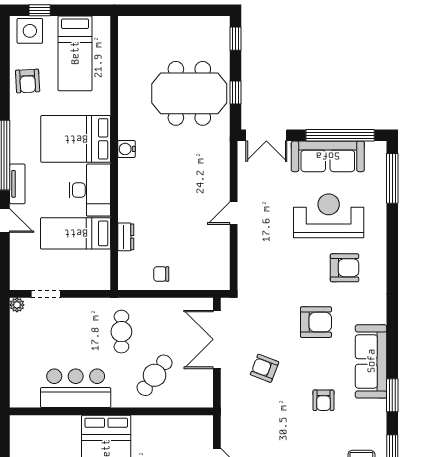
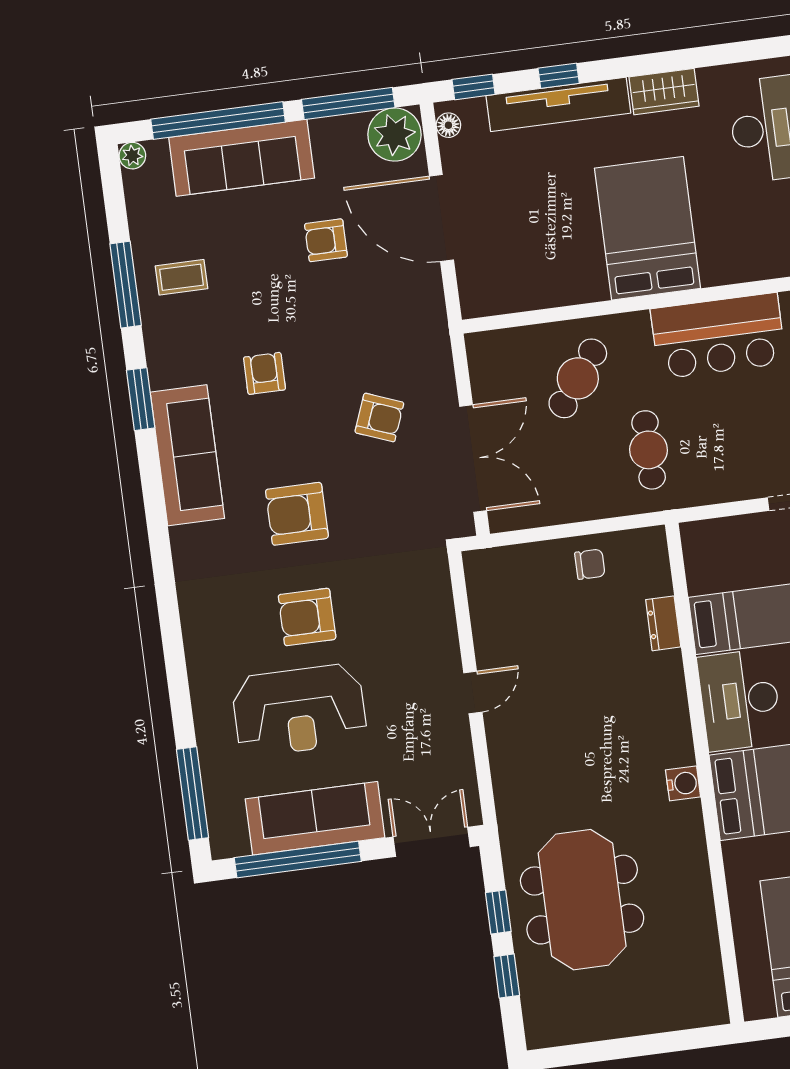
window: (235, 39) -> (507, 976), moved
meeting table: (189, 93) -> (582, 900), turned 90
armchair: (345, 268) -> (307, 617), moved

